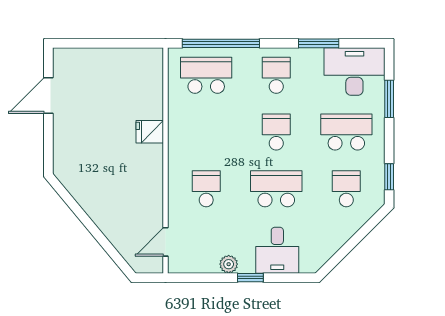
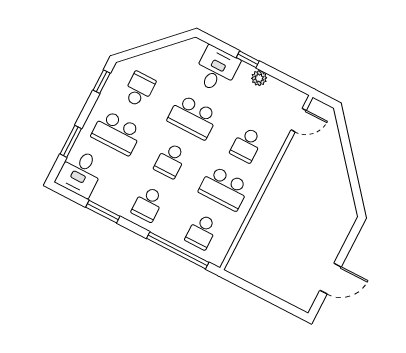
desk: (354, 71) -> (80, 173), width x0.73
school desk: (206, 75) -> (202, 232), width x0.54
fridge: (150, 132) -> (267, 211), removed
school desk: (206, 132) -> (224, 188), added
school desk: (346, 189) -> (139, 89), turned 180

